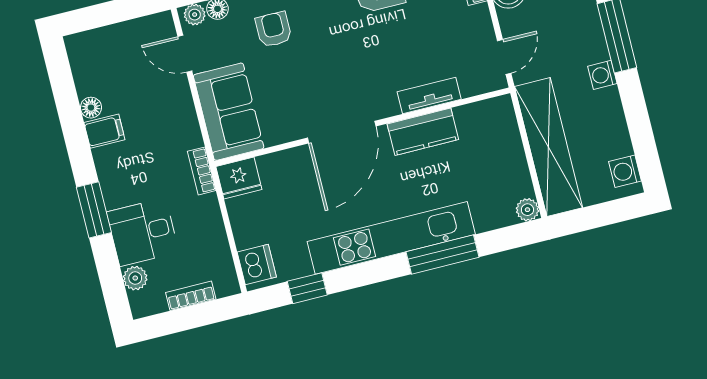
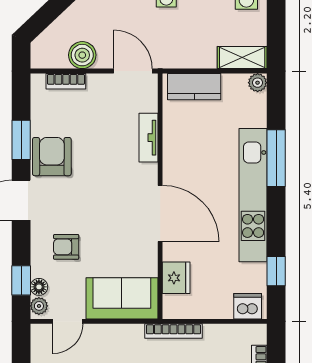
door: (504, 57) -> (133, 71), width x1.38
kitchen counter: (423, 132) -> (194, 87), moved, turned 90
shelving: (548, 147) -> (242, 58), width x0.45, depth x0.75
bookcase: (202, 171) -> (174, 331), width x1.56
fridge: (239, 178) -> (176, 278), moved

